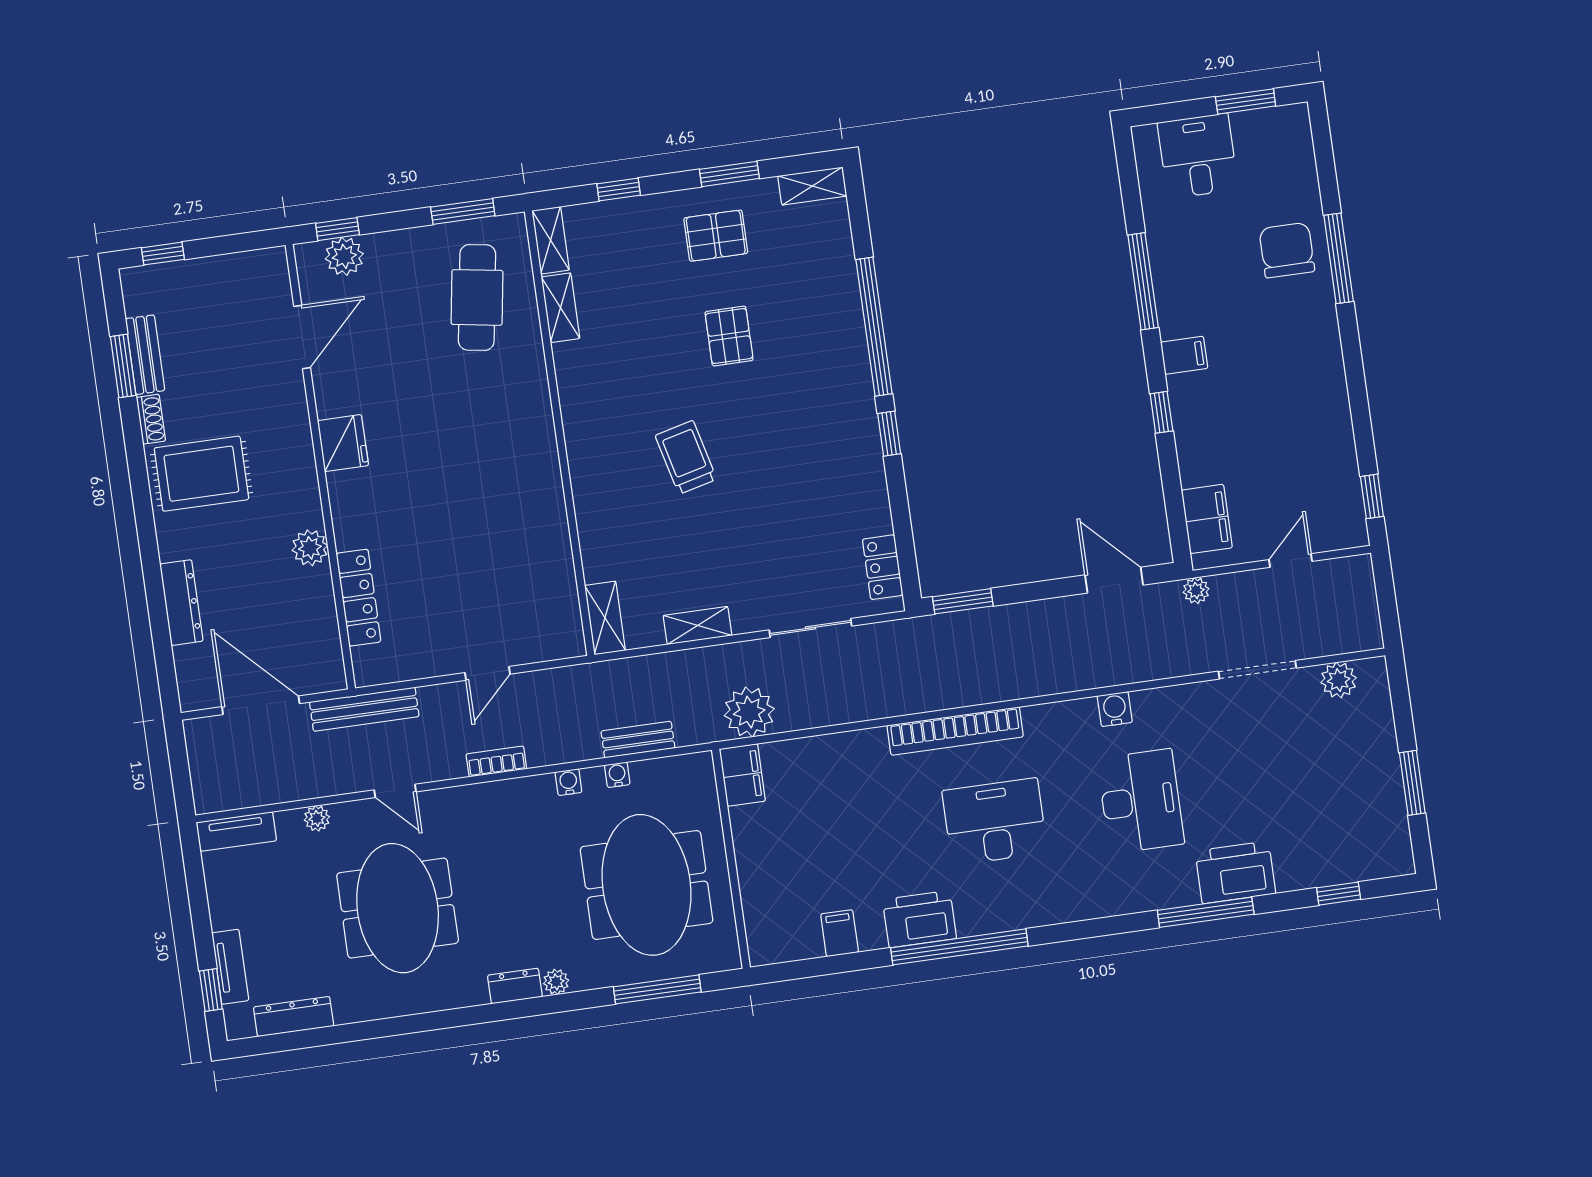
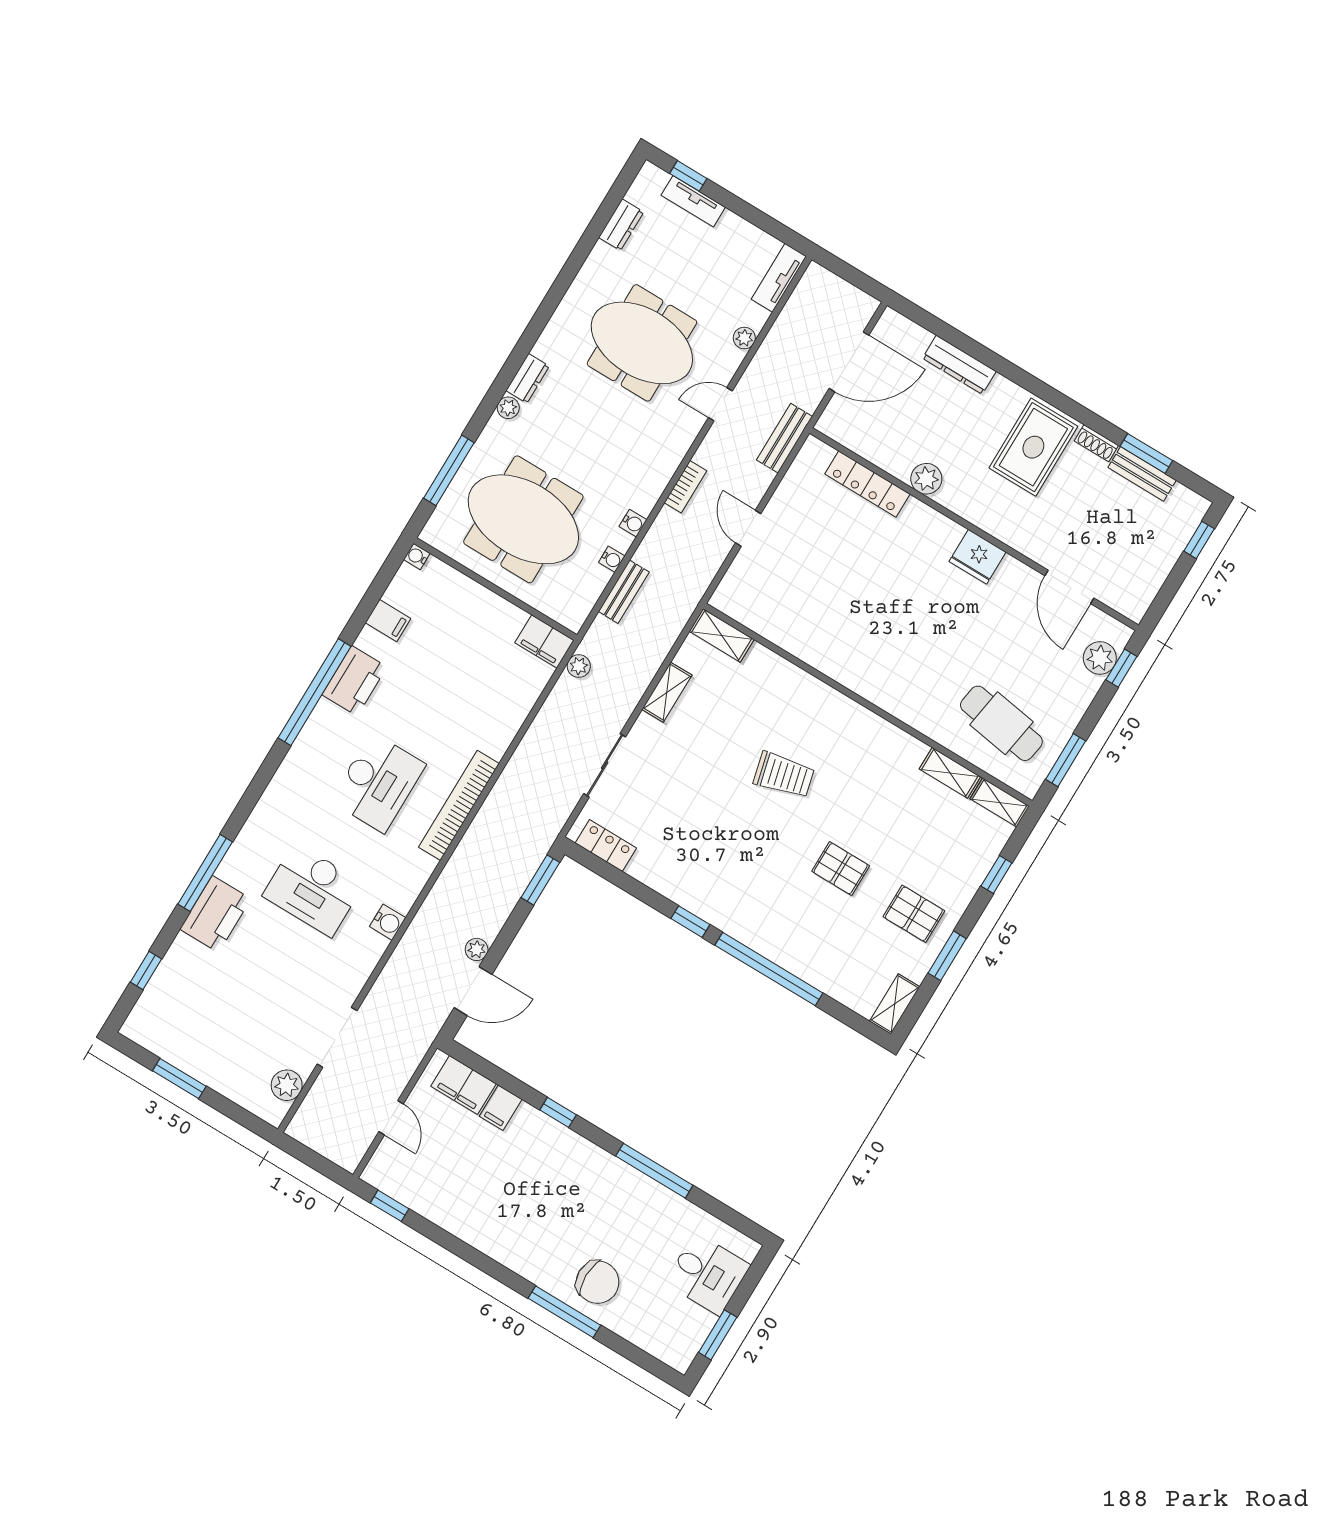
pallet: (716, 236) -> (914, 914), turned 90
filing cabinet: (1184, 355) -> (501, 1108), moved
plant: (1196, 591) -> (477, 949), moved
bench: (364, 709) -> (785, 438), width x0.73
plant: (749, 712) -> (579, 666), width x0.53, depth x0.53
water cooler: (760, 955) -> (417, 556), added
dresser: (294, 1017) -> (621, 225), width x0.70

